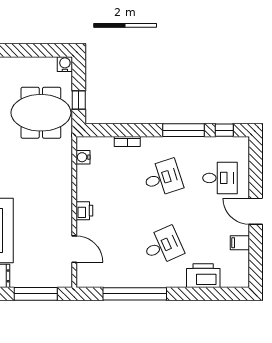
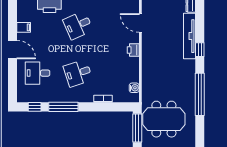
window: (79, 100) -> (137, 128), width x2.17

